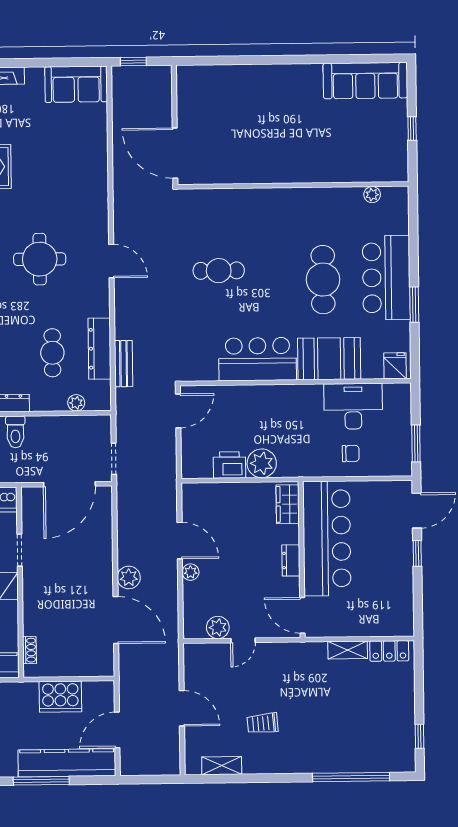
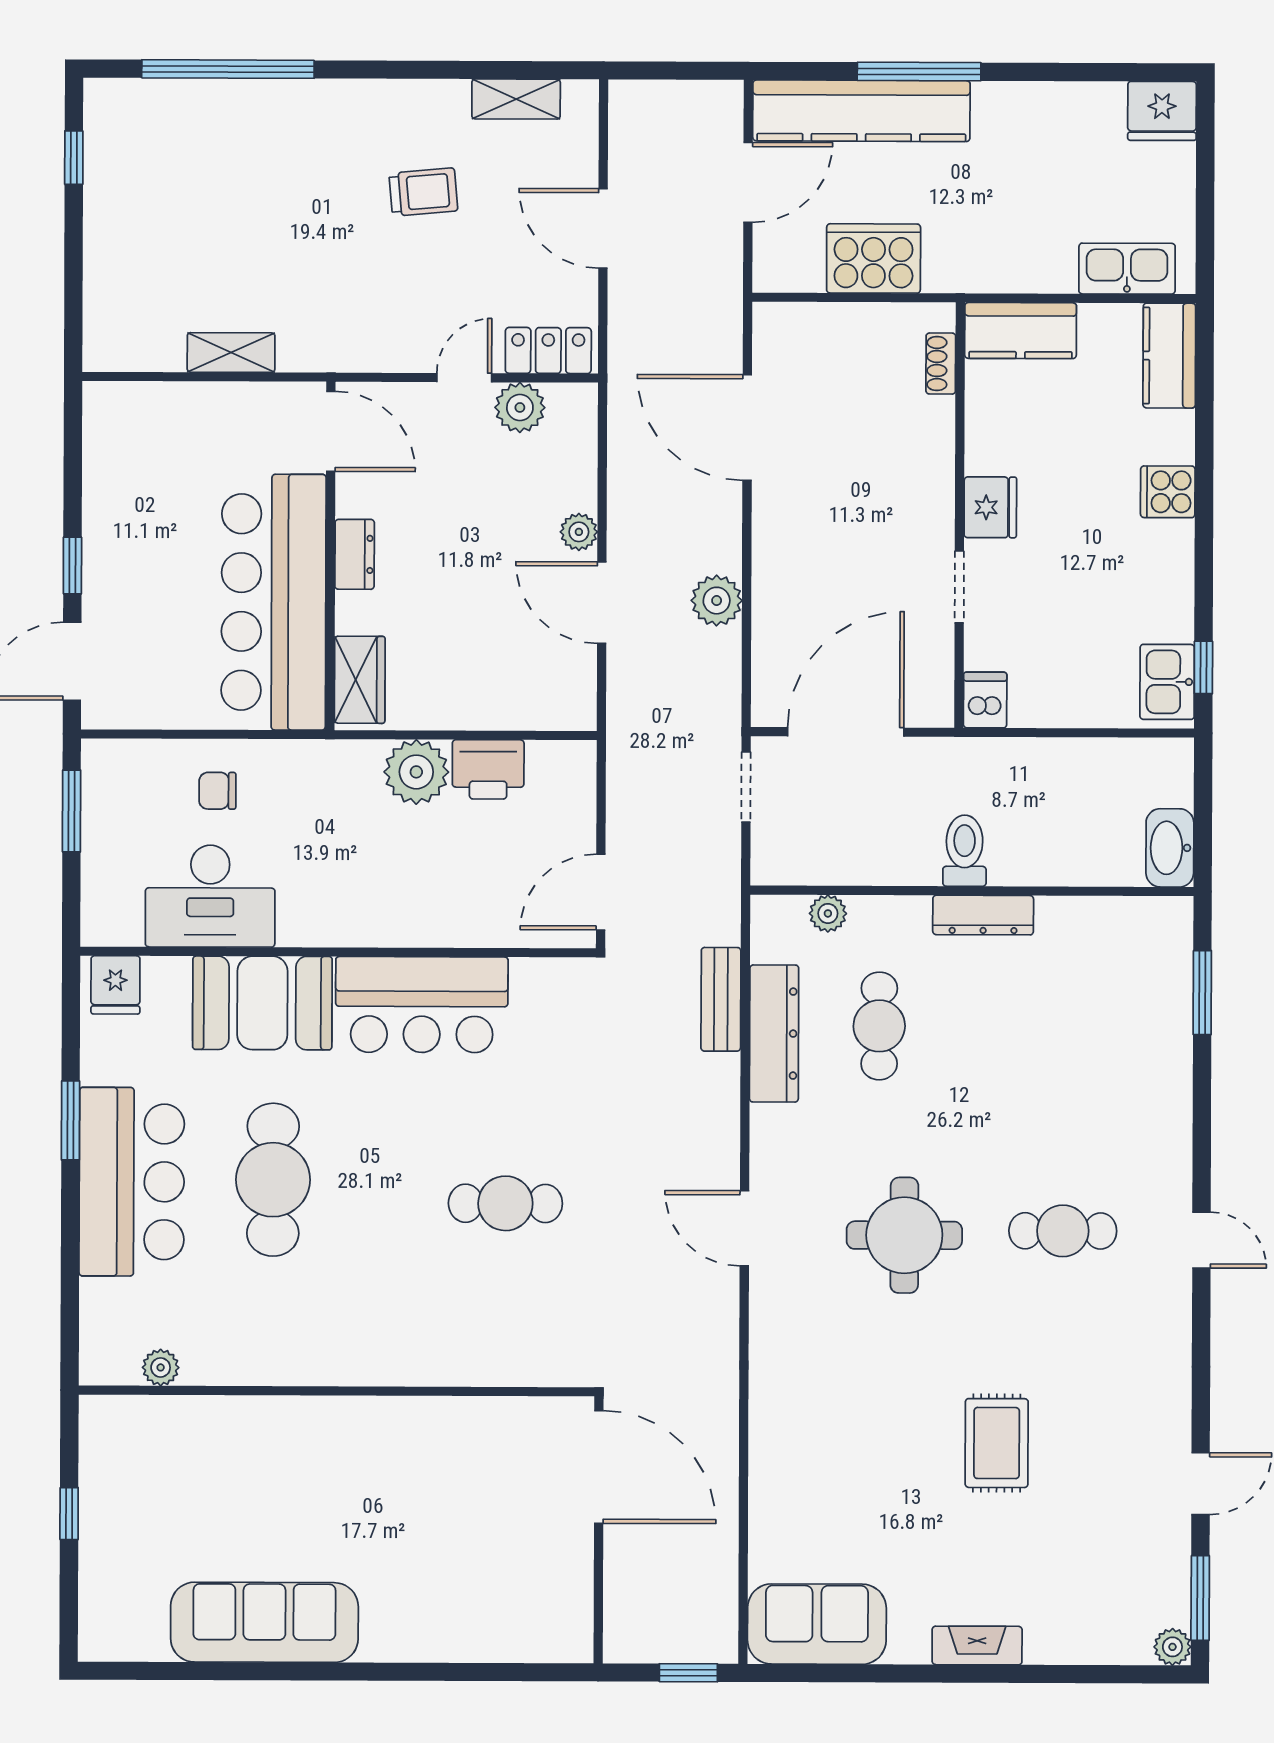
sofa: (365, 81) -> (264, 1622), moved
plant: (129, 577) -> (717, 601), moved
locker: (389, 651) -> (548, 350), moved

